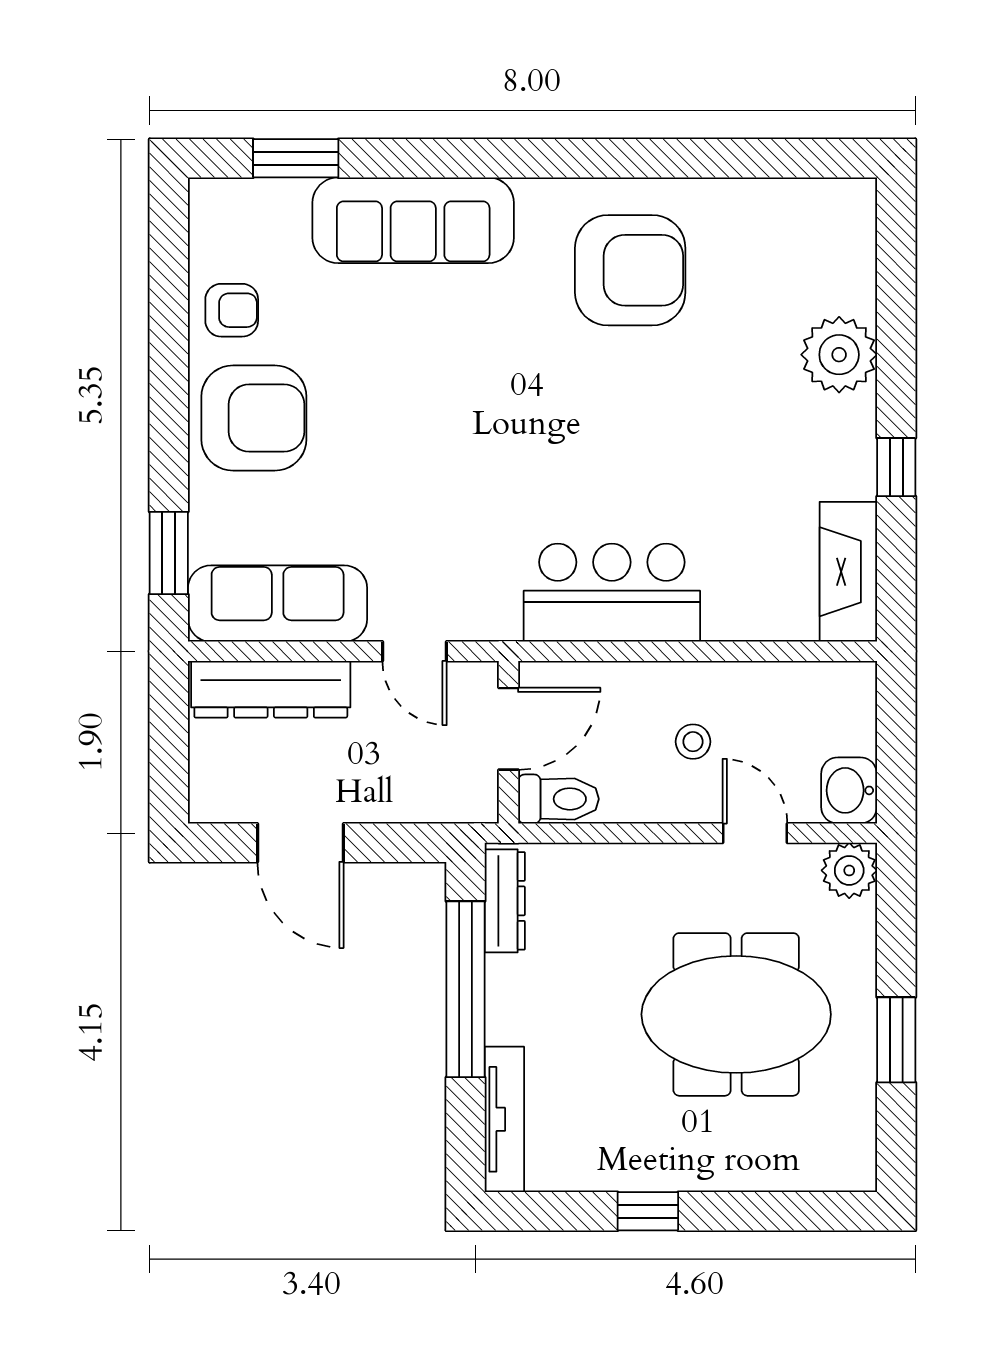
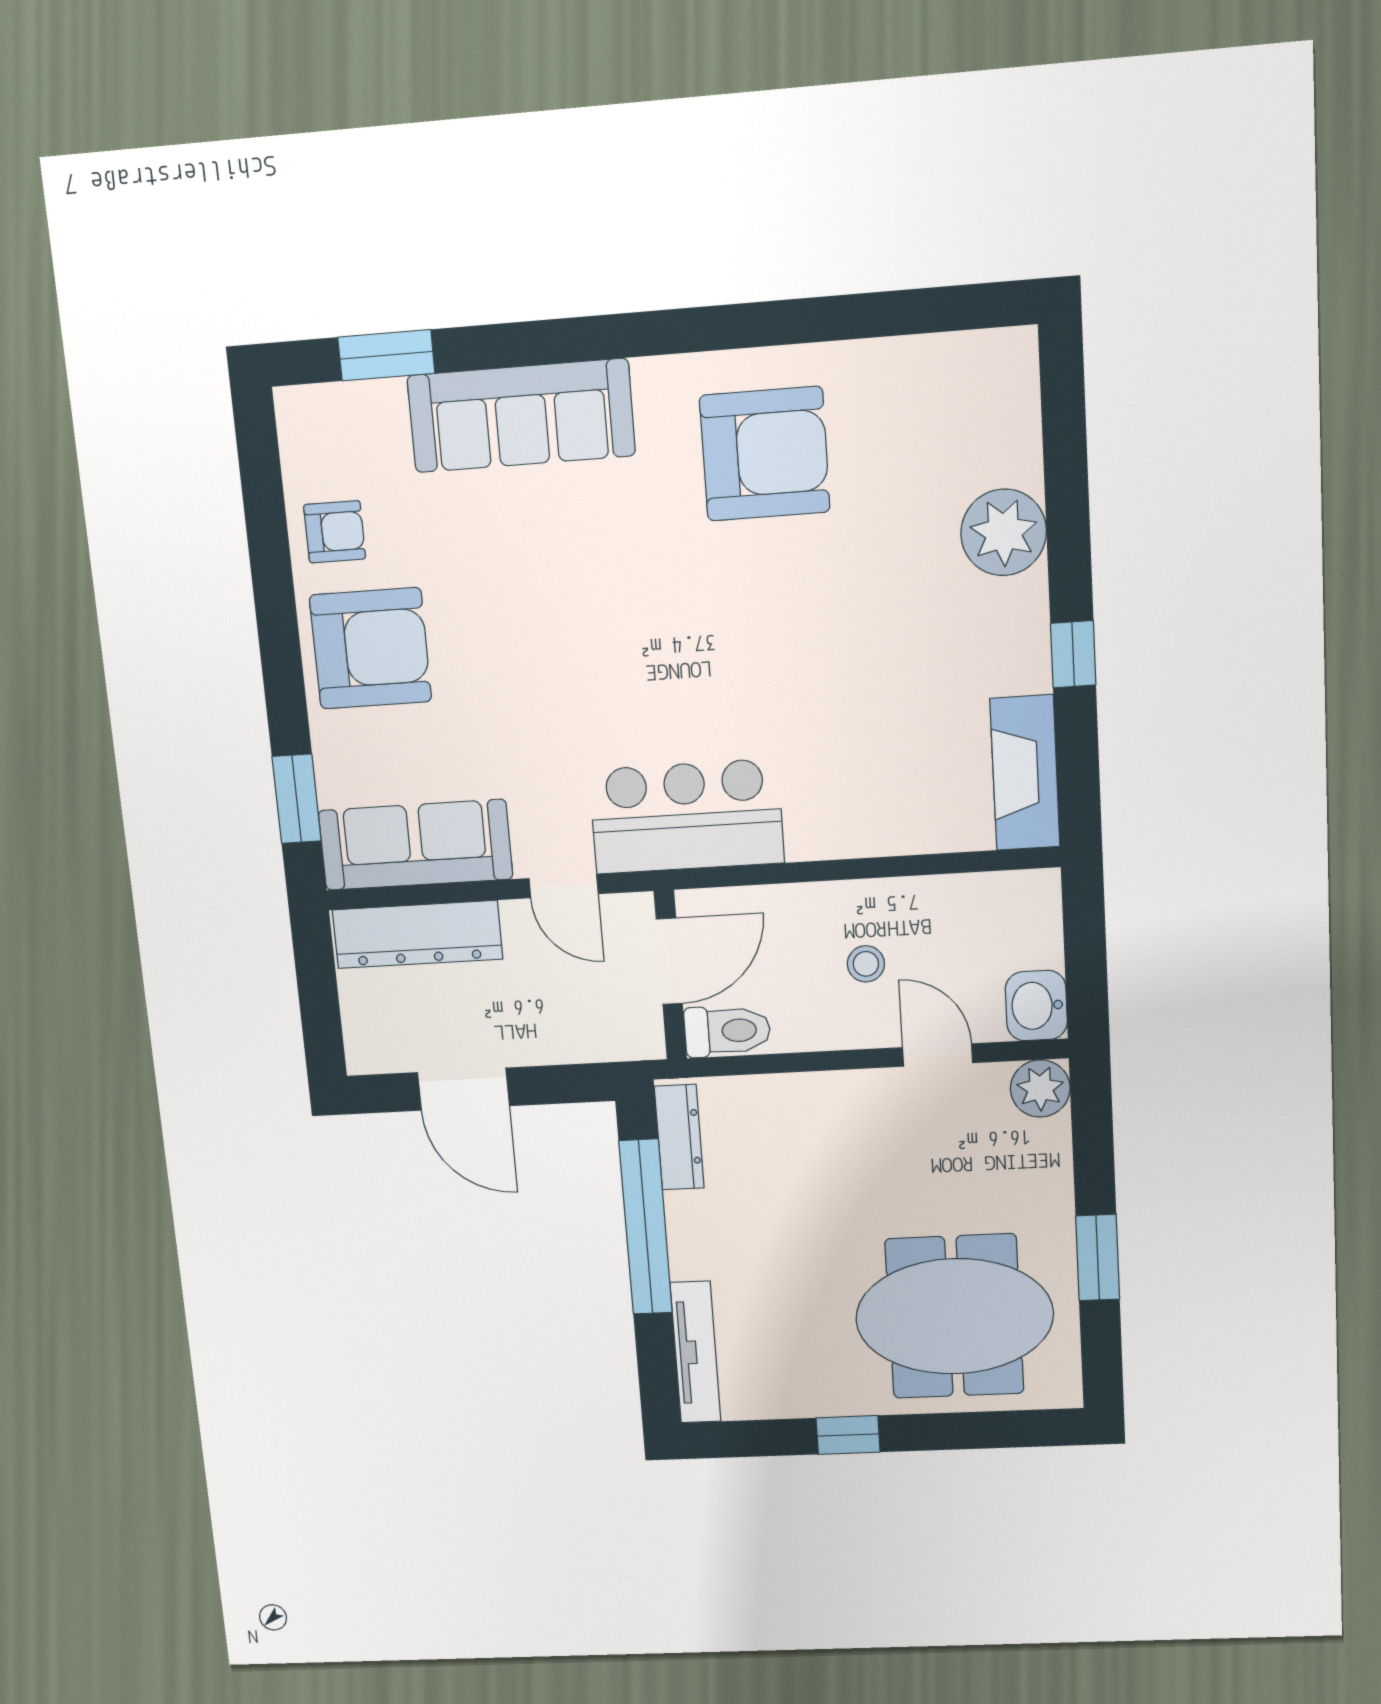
bar counter: (612, 593) -> (686, 816), moved
meeting table: (736, 1014) -> (954, 1316), moved

